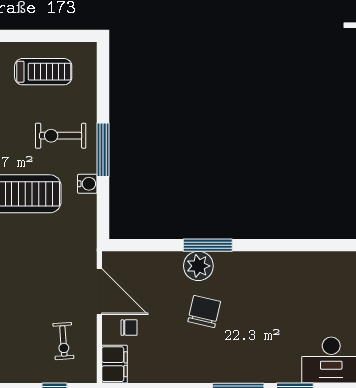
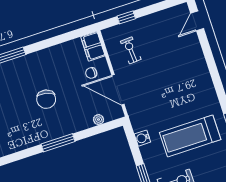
water cooler: (87, 184) -> (142, 138), moved
plant: (198, 266) -> (99, 120), moved, width x0.53, depth x0.53

